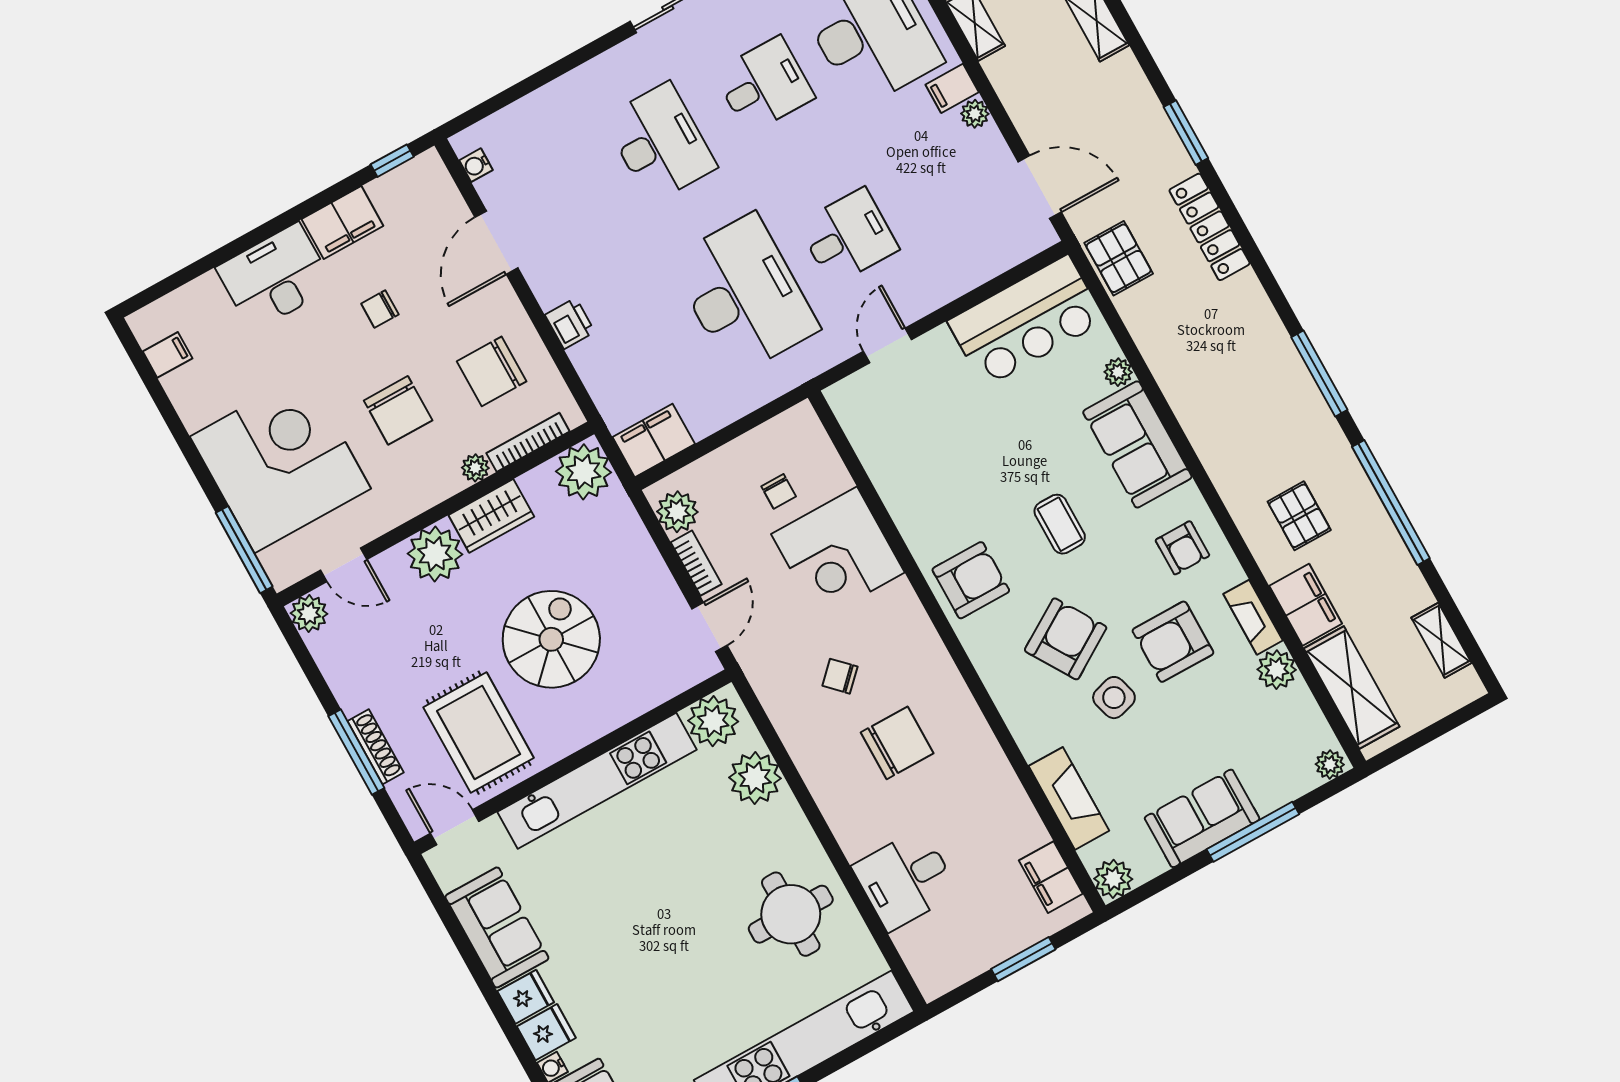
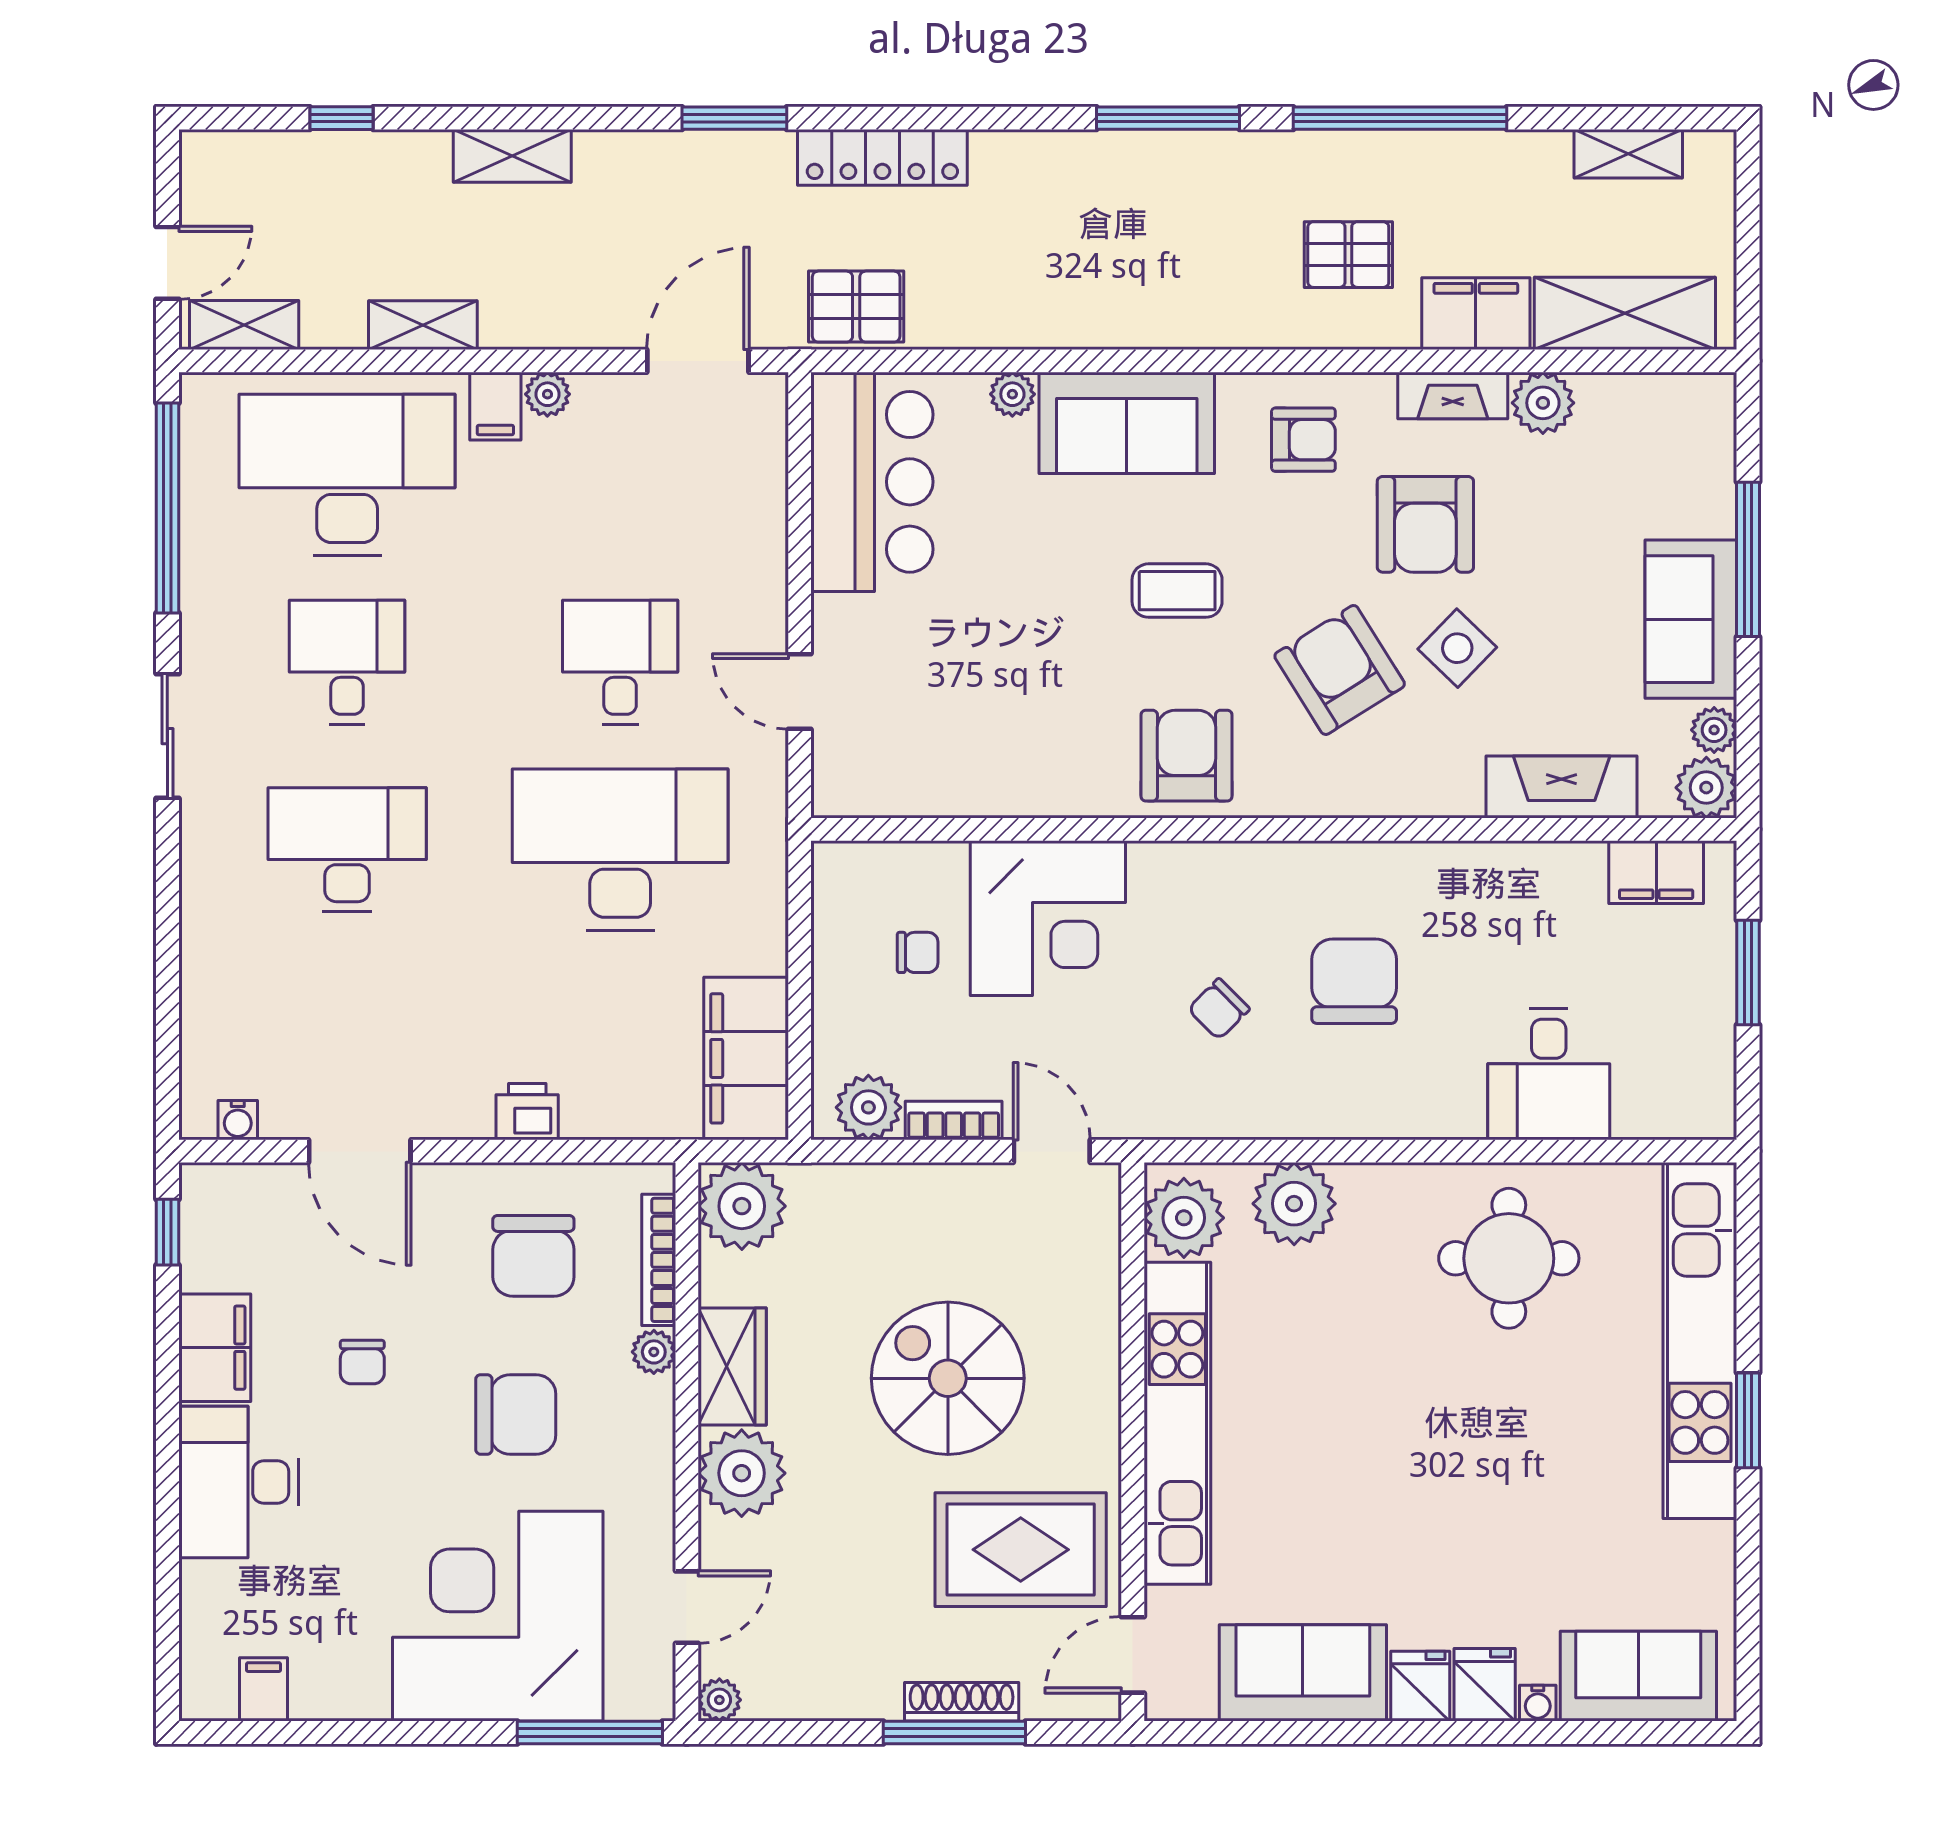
filing cabinet: (654, 440) -> (746, 1058), width x1.50, depth x1.17
plant: (309, 613) -> (719, 1700), width x0.73, depth x0.73
side table: (1114, 698) -> (1457, 648), turned -30
plant: (1330, 764) -> (1714, 730), moved

